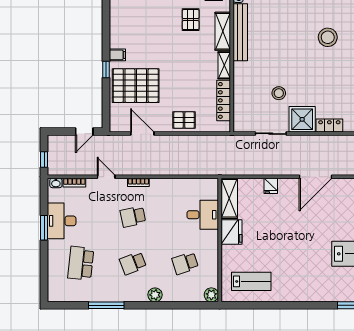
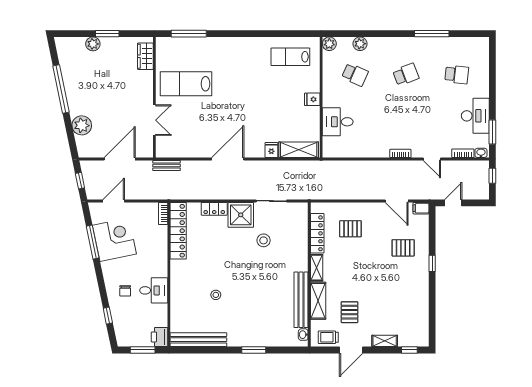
stool: (328, 37) -> (216, 295), width x0.53, depth x0.53
filing cabinet: (117, 55) -> (421, 208), moved
pallet: (136, 86) -> (403, 248), width x0.49, depth x0.50
pallet: (184, 120) -> (350, 229), moved
shelving: (229, 198) -> (299, 150), moved, turned 90
school desk: (133, 217) -> (406, 120), removed
window: (44, 228) -> (492, 132), moved
fridge: (232, 232) -> (312, 99), width x0.53, depth x0.75
school desk: (81, 263) -> (457, 75), width x0.54
school desk: (185, 263) -> (355, 75), turned 42
plant: (155, 295) -> (360, 44), moved

